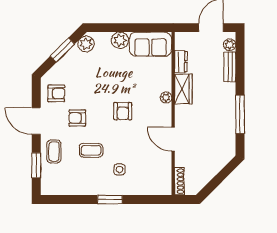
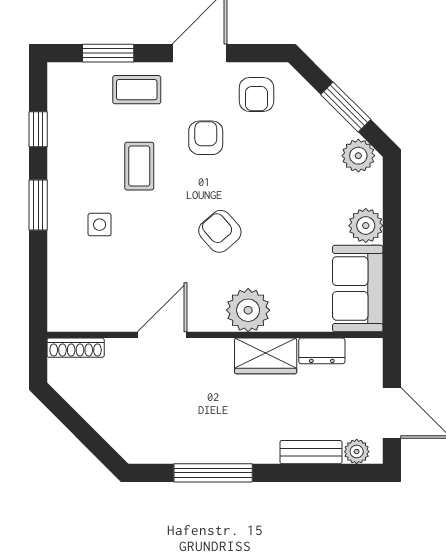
plant: (166, 97) -> (248, 310), width x1.88, depth x1.88
armchair: (123, 111) -> (220, 231), turned 49
window: (73, 199) -> (38, 129), added

